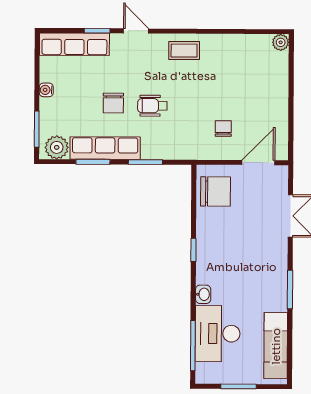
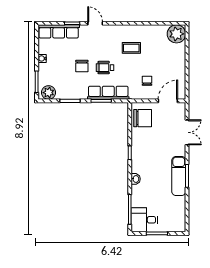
plant: (281, 42) -> (176, 34), width x1.87, depth x1.87
coffee table: (184, 51) -> (131, 48), moved
row of seats: (105, 148) -> (108, 93), moved
desk: (218, 334) -> (144, 220), moved, width x0.73
exam couch: (276, 346) -> (179, 176), moved

